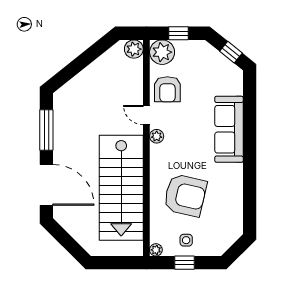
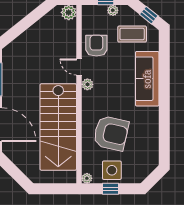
plant: (162, 52) -> (113, 10), moved, width x0.53, depth x0.53
coffee table: (211, 75) -> (132, 34), added
armchair: (167, 89) -> (96, 46), turned 180
side table: (186, 240) -> (112, 170), width x1.87, depth x1.87

